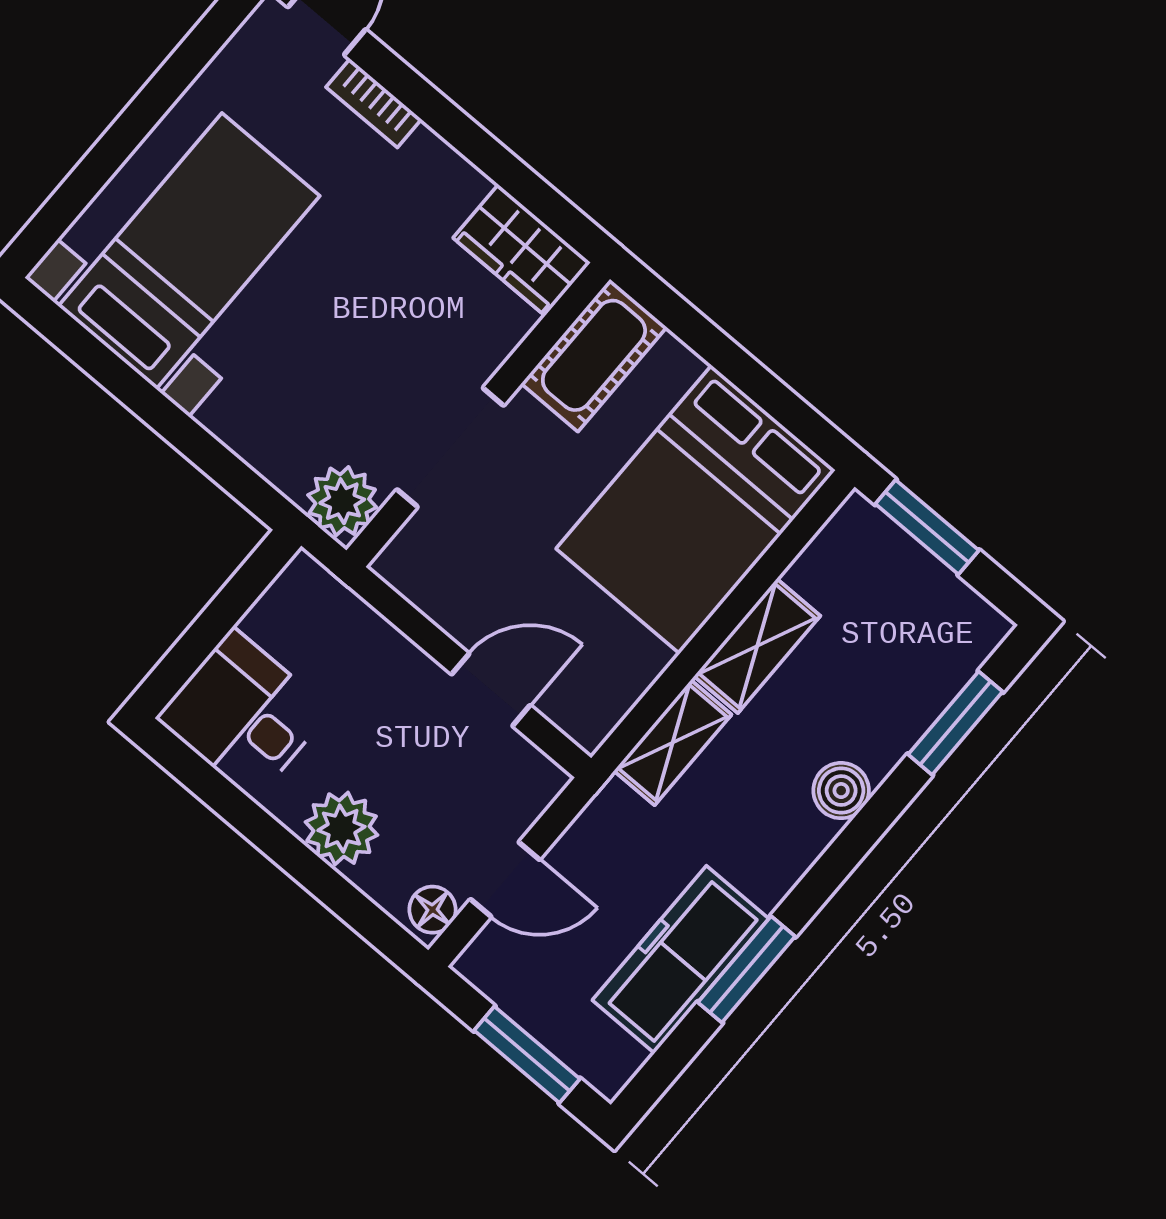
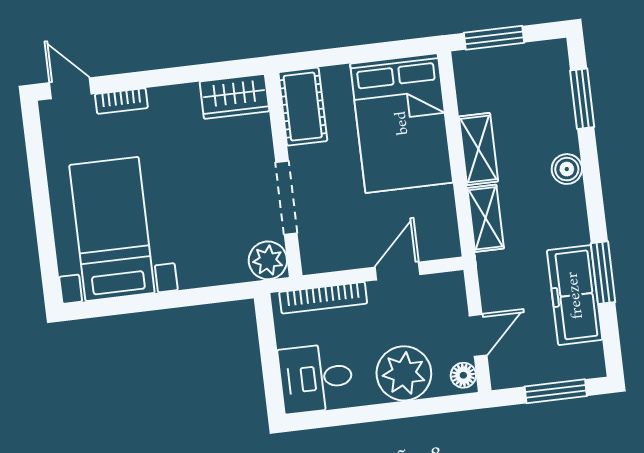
bookcase: (361, 623) -> (323, 298), added
plant: (342, 829) -> (404, 373), width x1.36, depth x1.36

